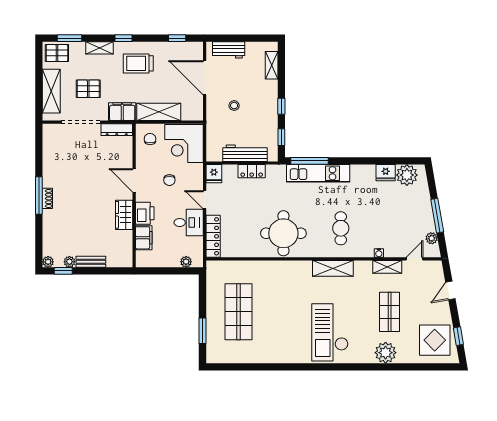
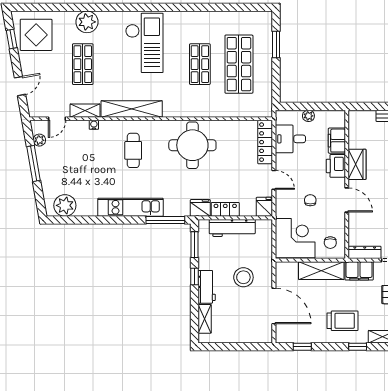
workbench: (229, 50) -> (207, 287), moved, turned 90
stool: (234, 106) -> (243, 277), width x1.89, depth x1.89
window: (281, 137) -> (194, 245), width x1.50
kitchen unit: (318, 173) -> (130, 207), moved
fridge: (386, 173) -> (200, 208), moved
desk: (189, 223) -> (290, 139), moved
plant: (186, 262) -> (308, 116), moved
shelving: (333, 268) -> (132, 109), width x1.47
shop shelf: (276, 312) -> (200, 64), added

